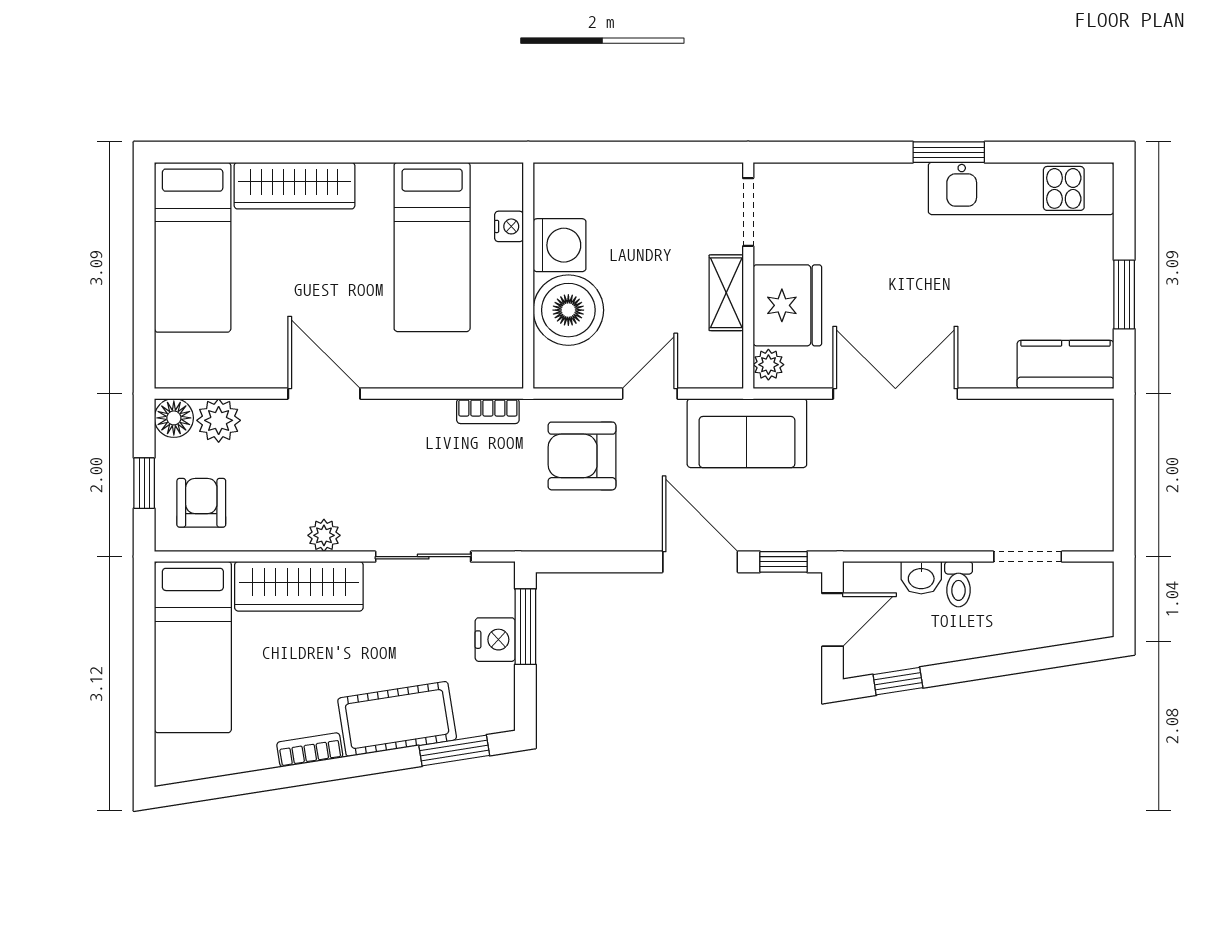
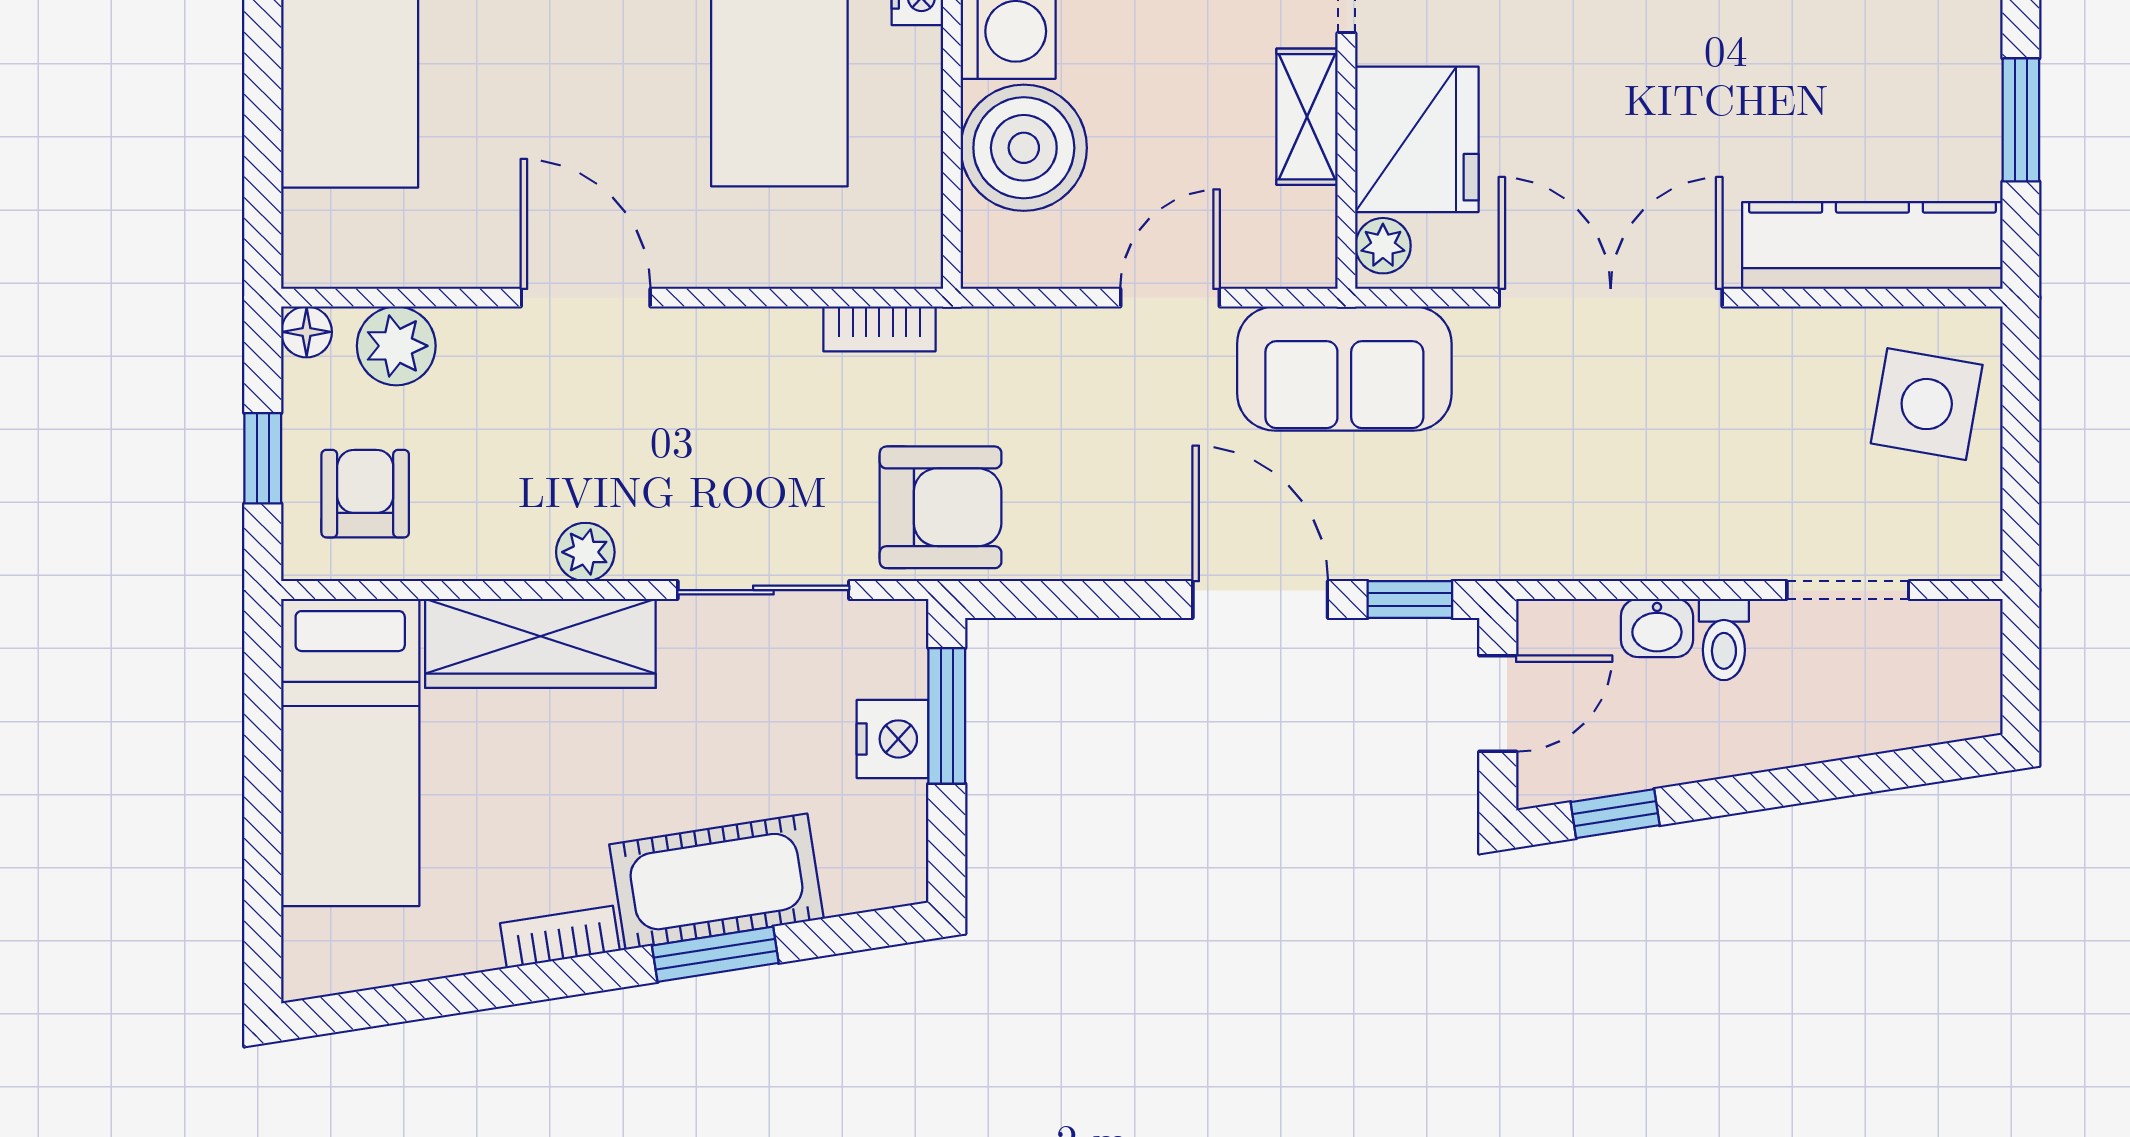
kitchen counter: (1065, 365) -> (1872, 246), width x1.50
floor lamp: (174, 418) -> (307, 332), width x0.73, depth x0.73
side table: (1072, 453) -> (1927, 404), added
armchair: (582, 456) -> (941, 507), moved, turned 180
window: (454, 750) -> (715, 954), moved

